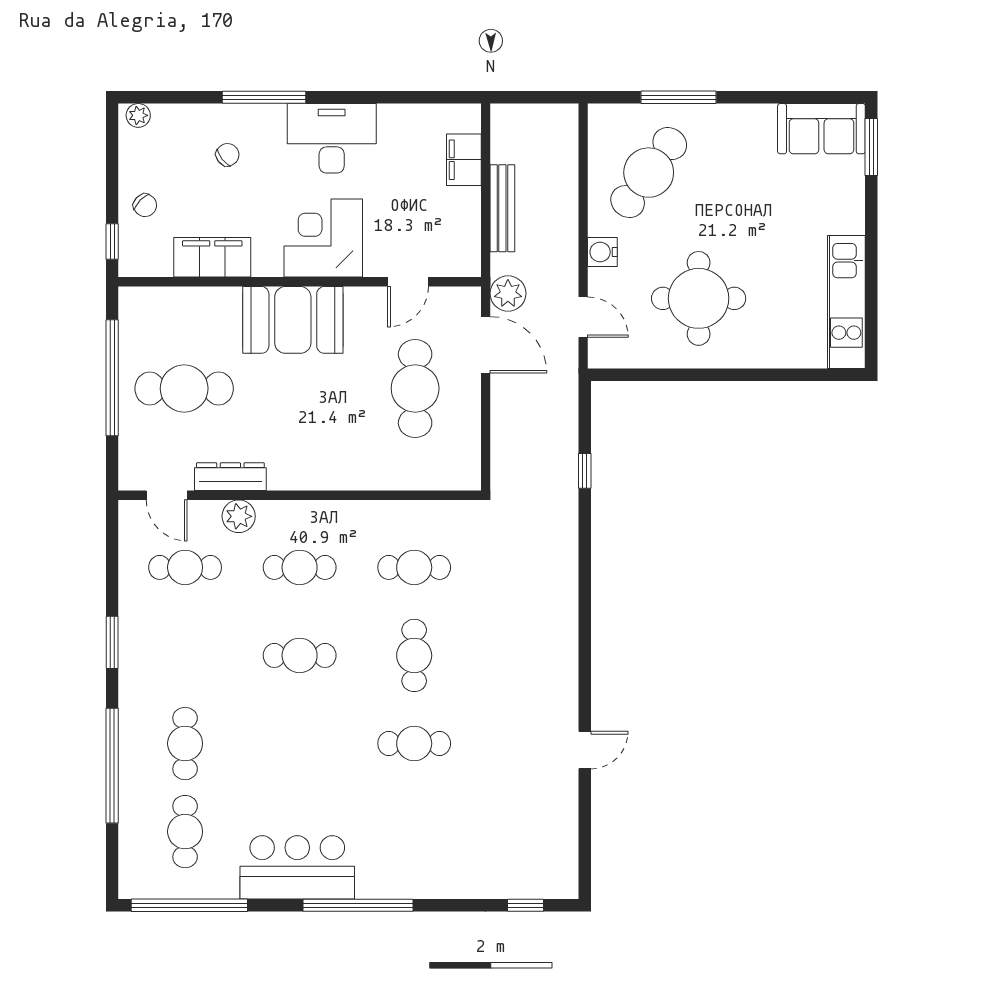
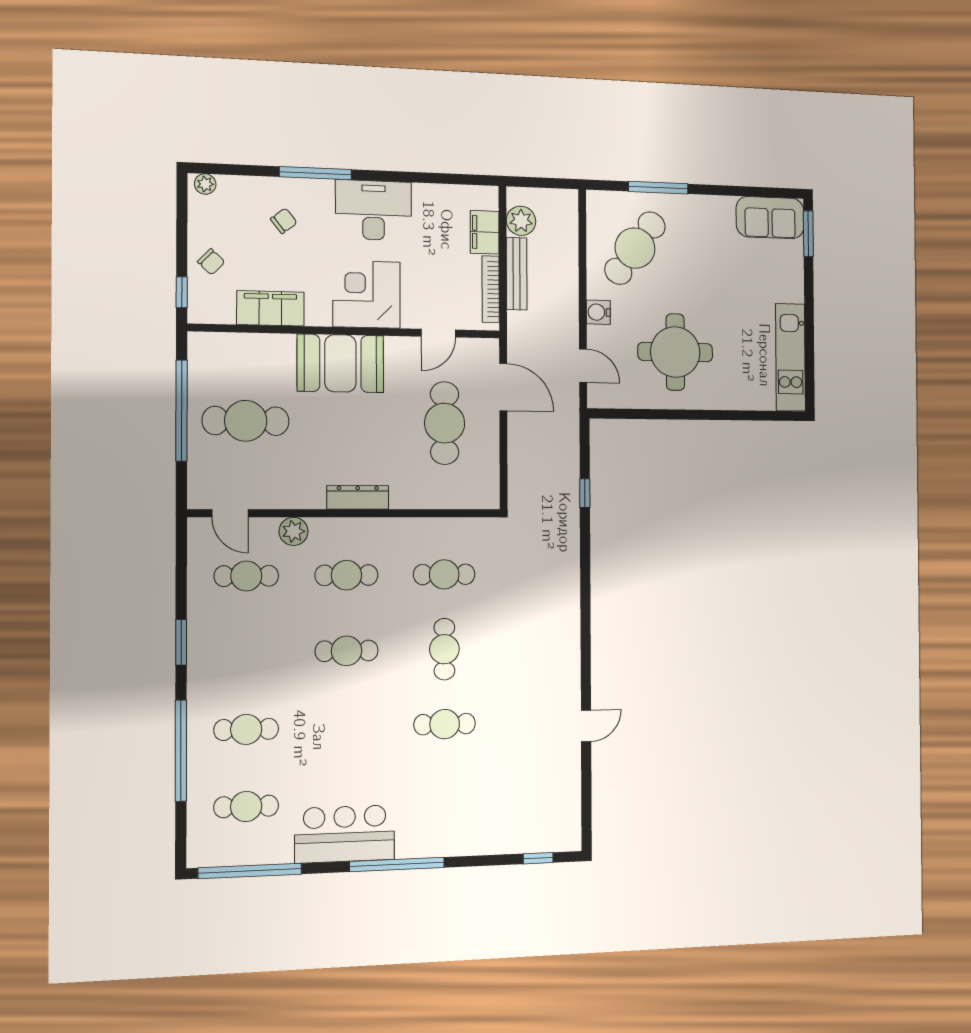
bookcase: (471, 228) -> (491, 289), added
plant: (508, 293) -> (521, 221), moved
dresser: (230, 477) -> (358, 497), moved
cafe table: (185, 744) -> (246, 729), turned 90
cafe table: (185, 832) -> (246, 806), turned 90

